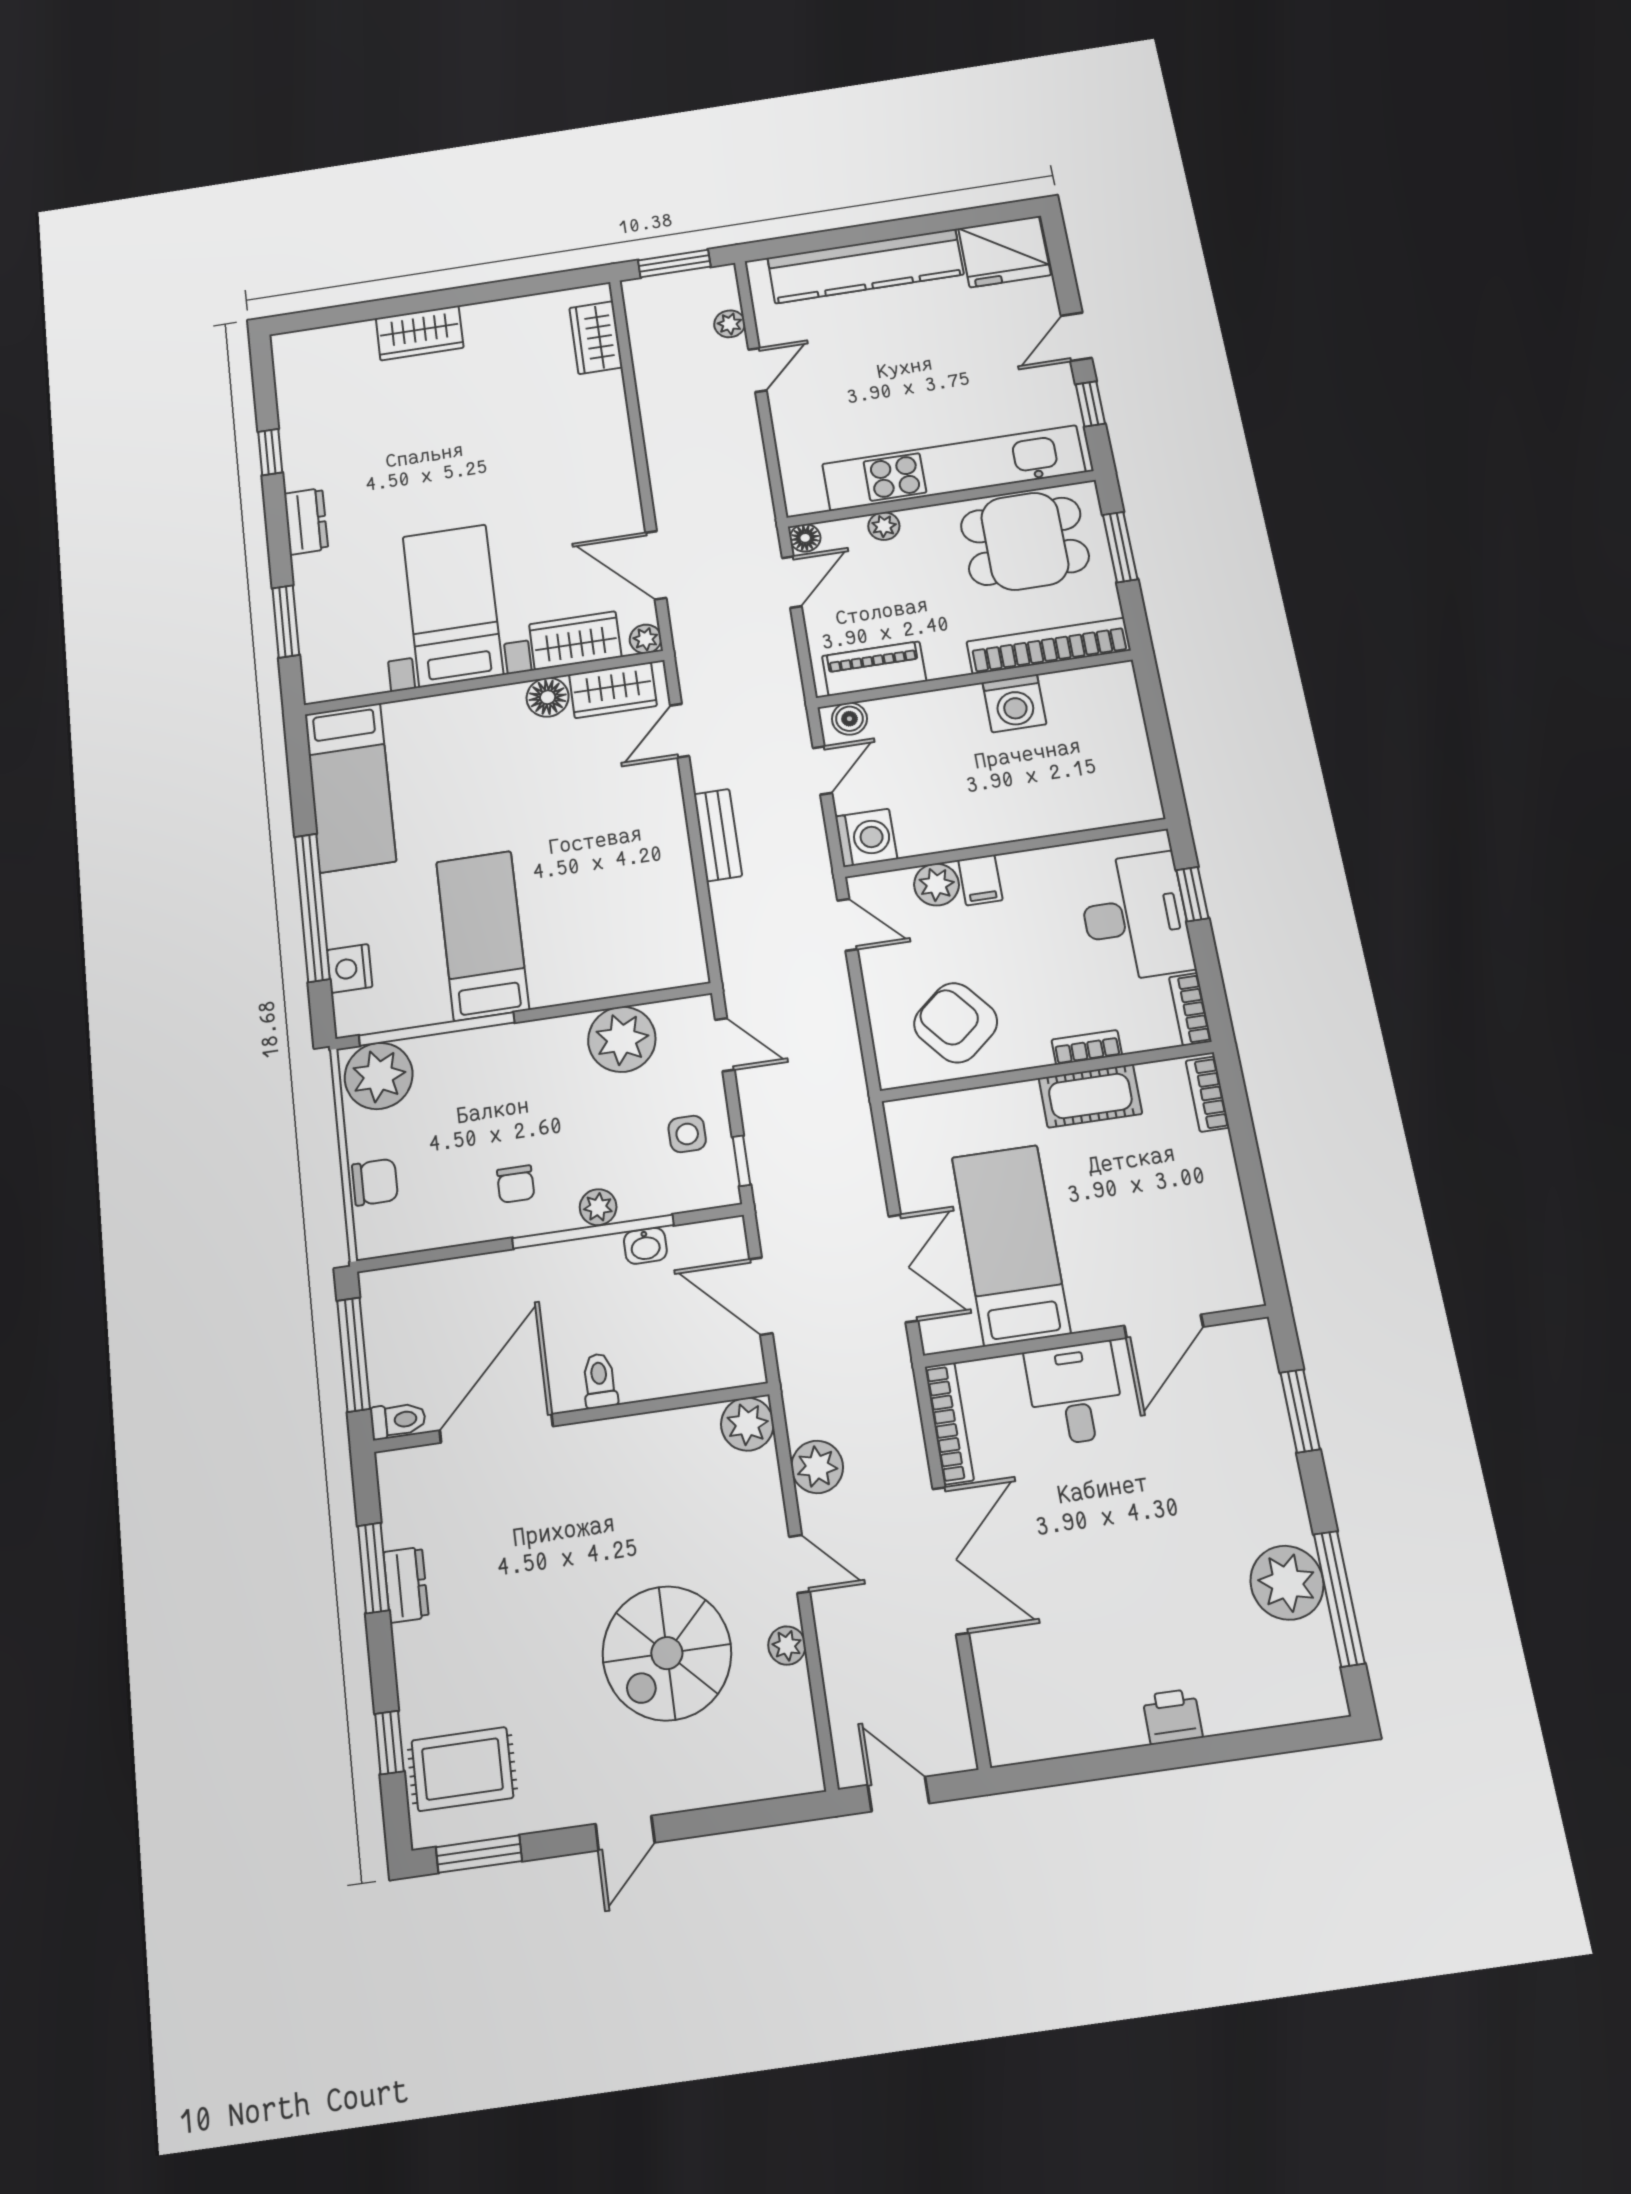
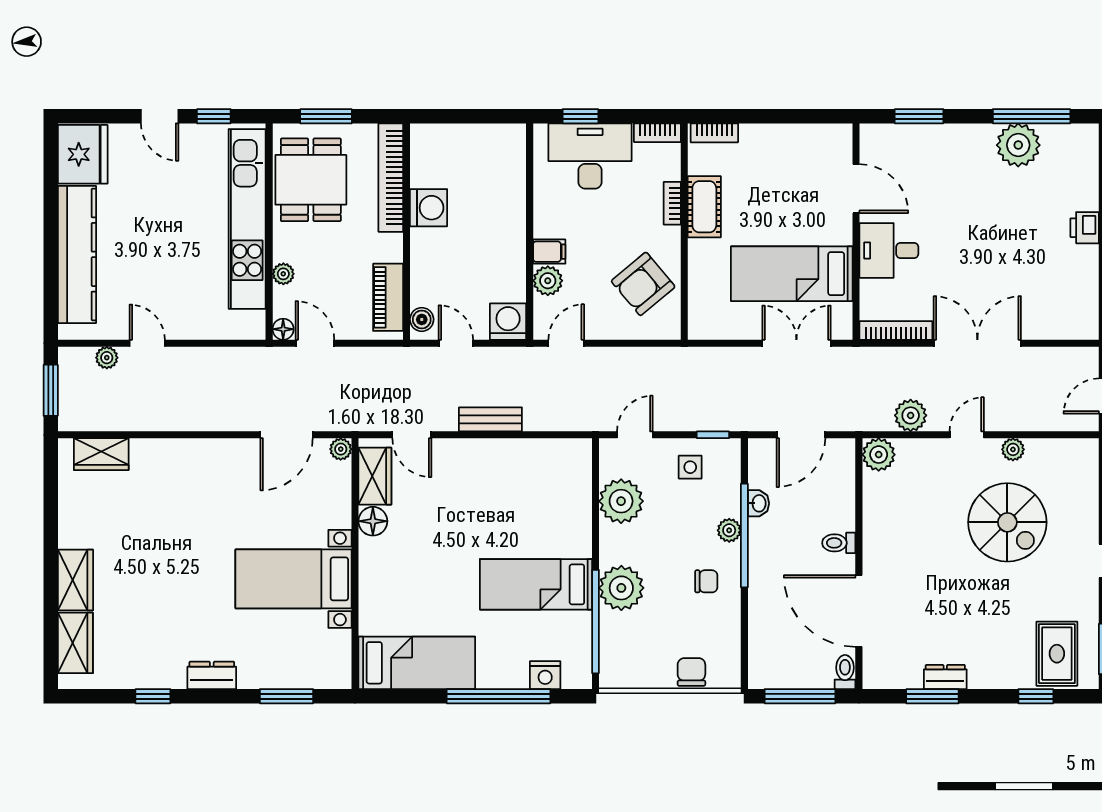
wardrobe: (575, 641) -> (75, 643), moved, turned 180
plant: (379, 1076) -> (621, 588), moved

